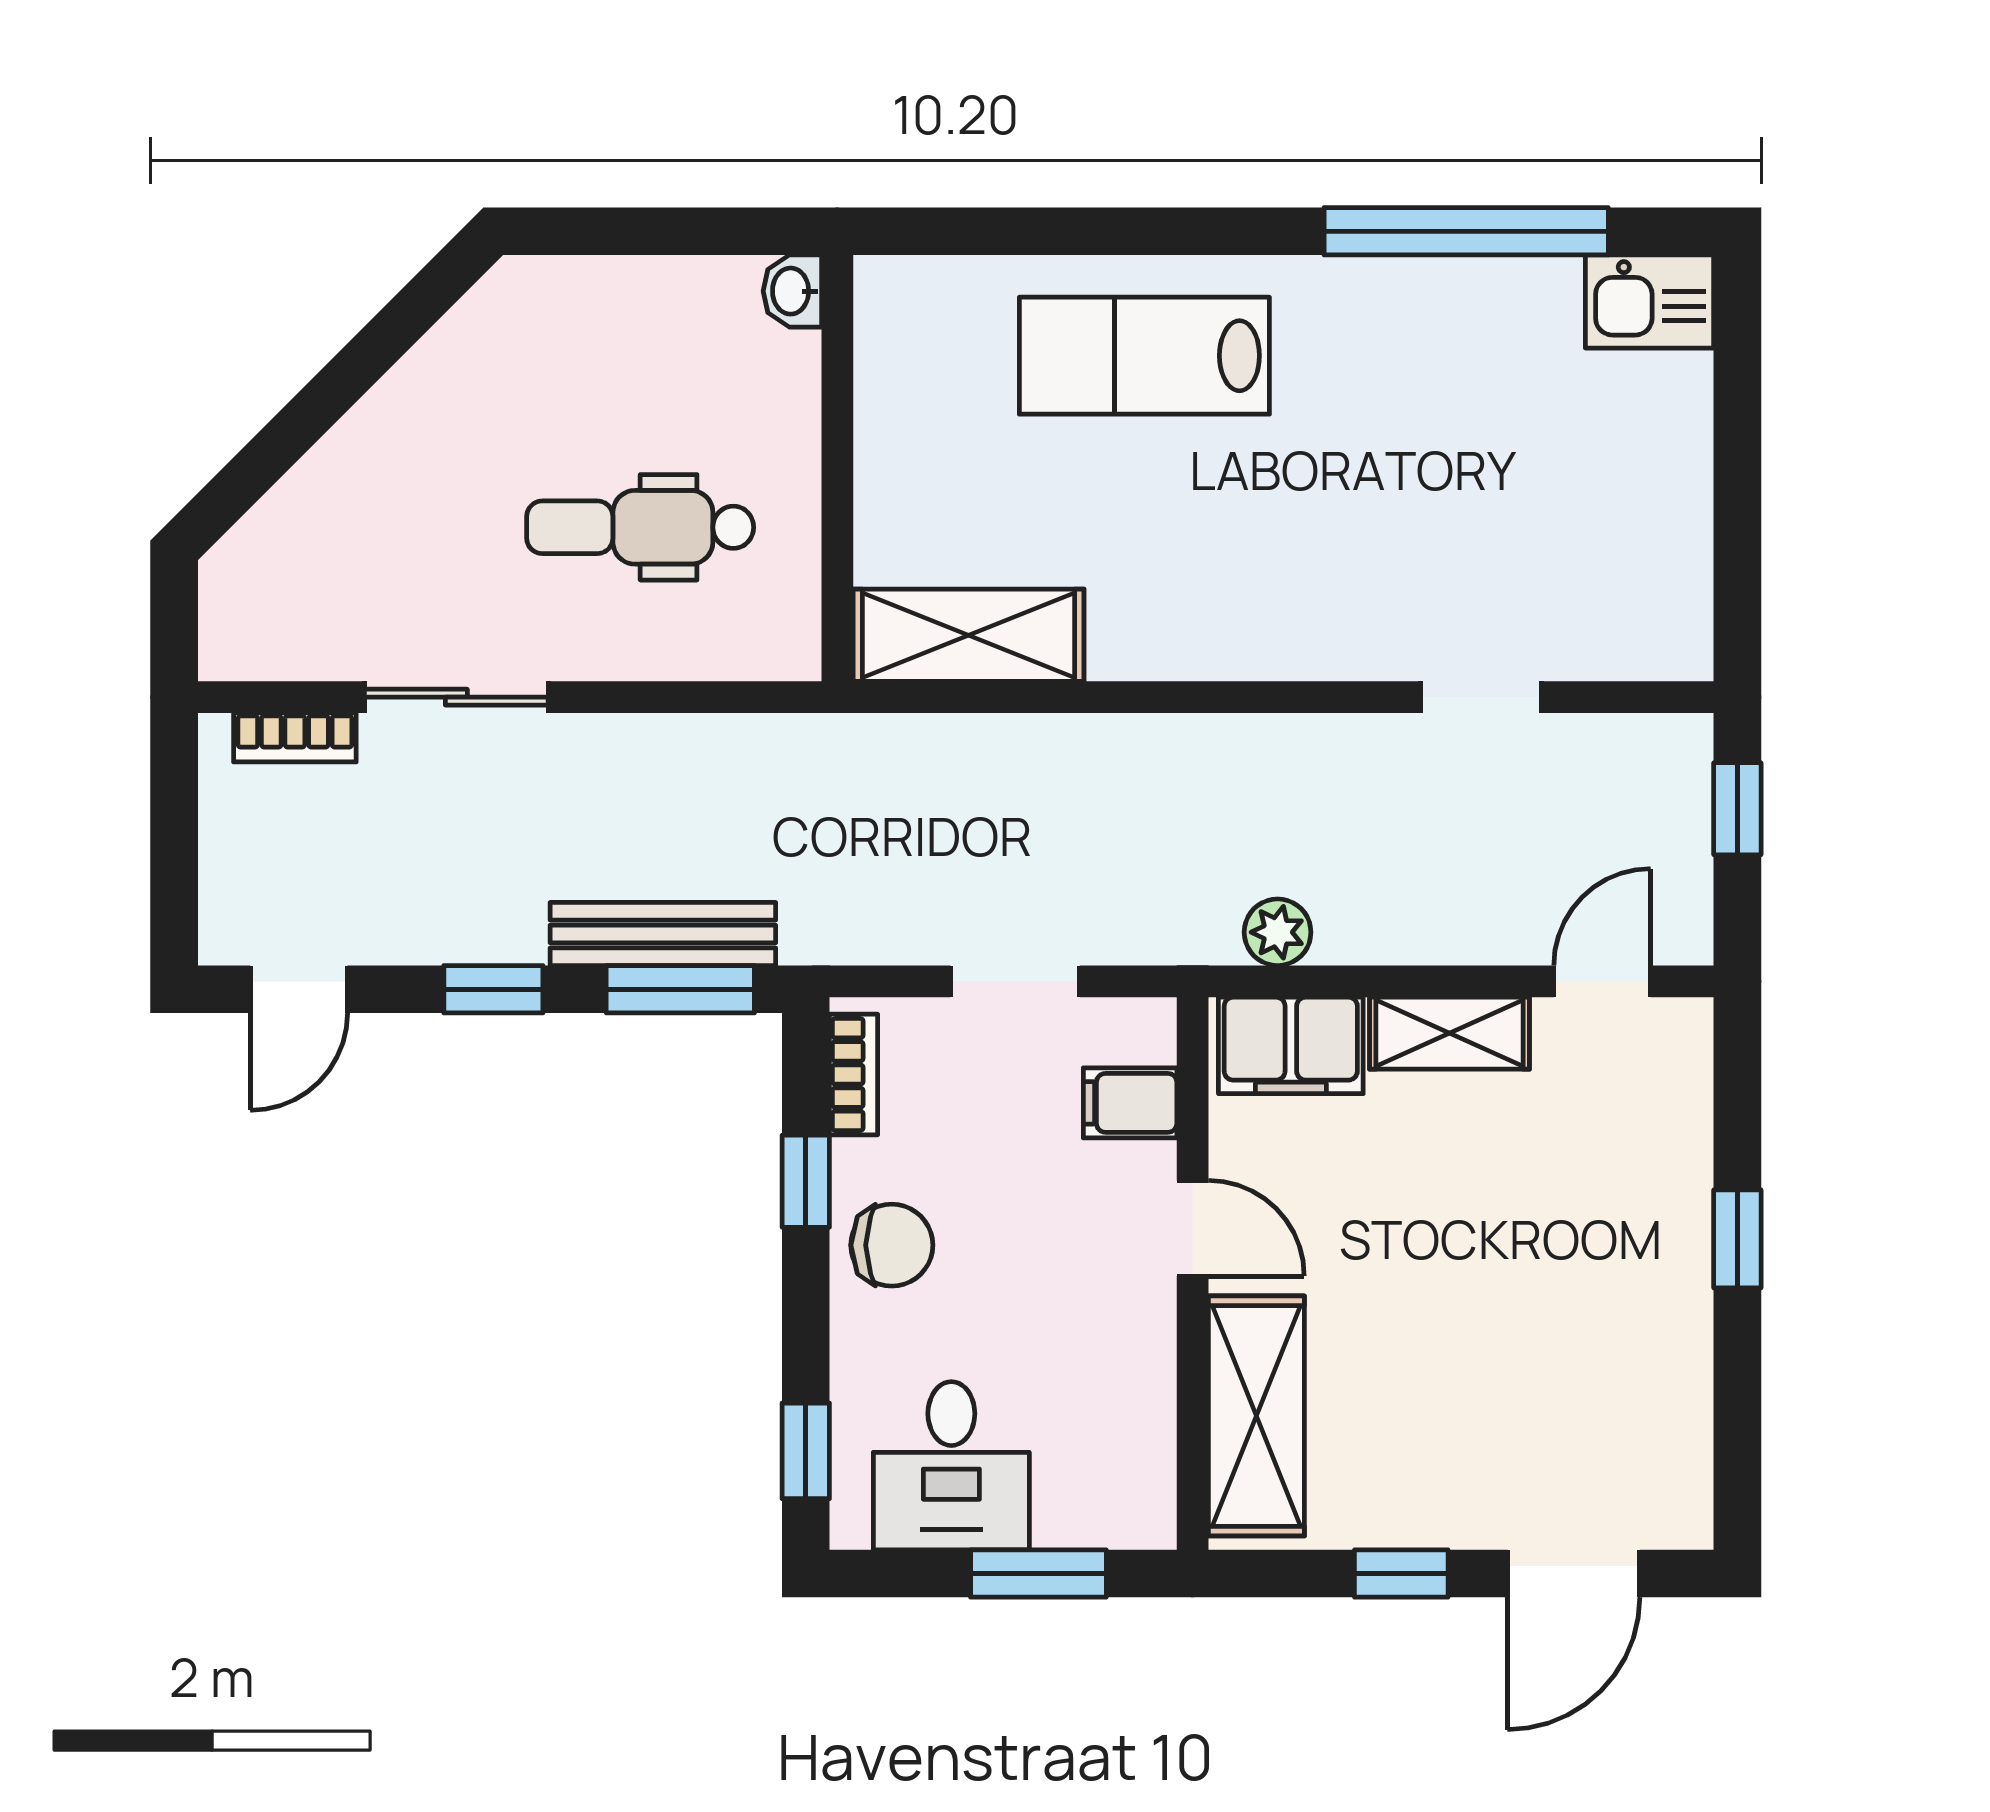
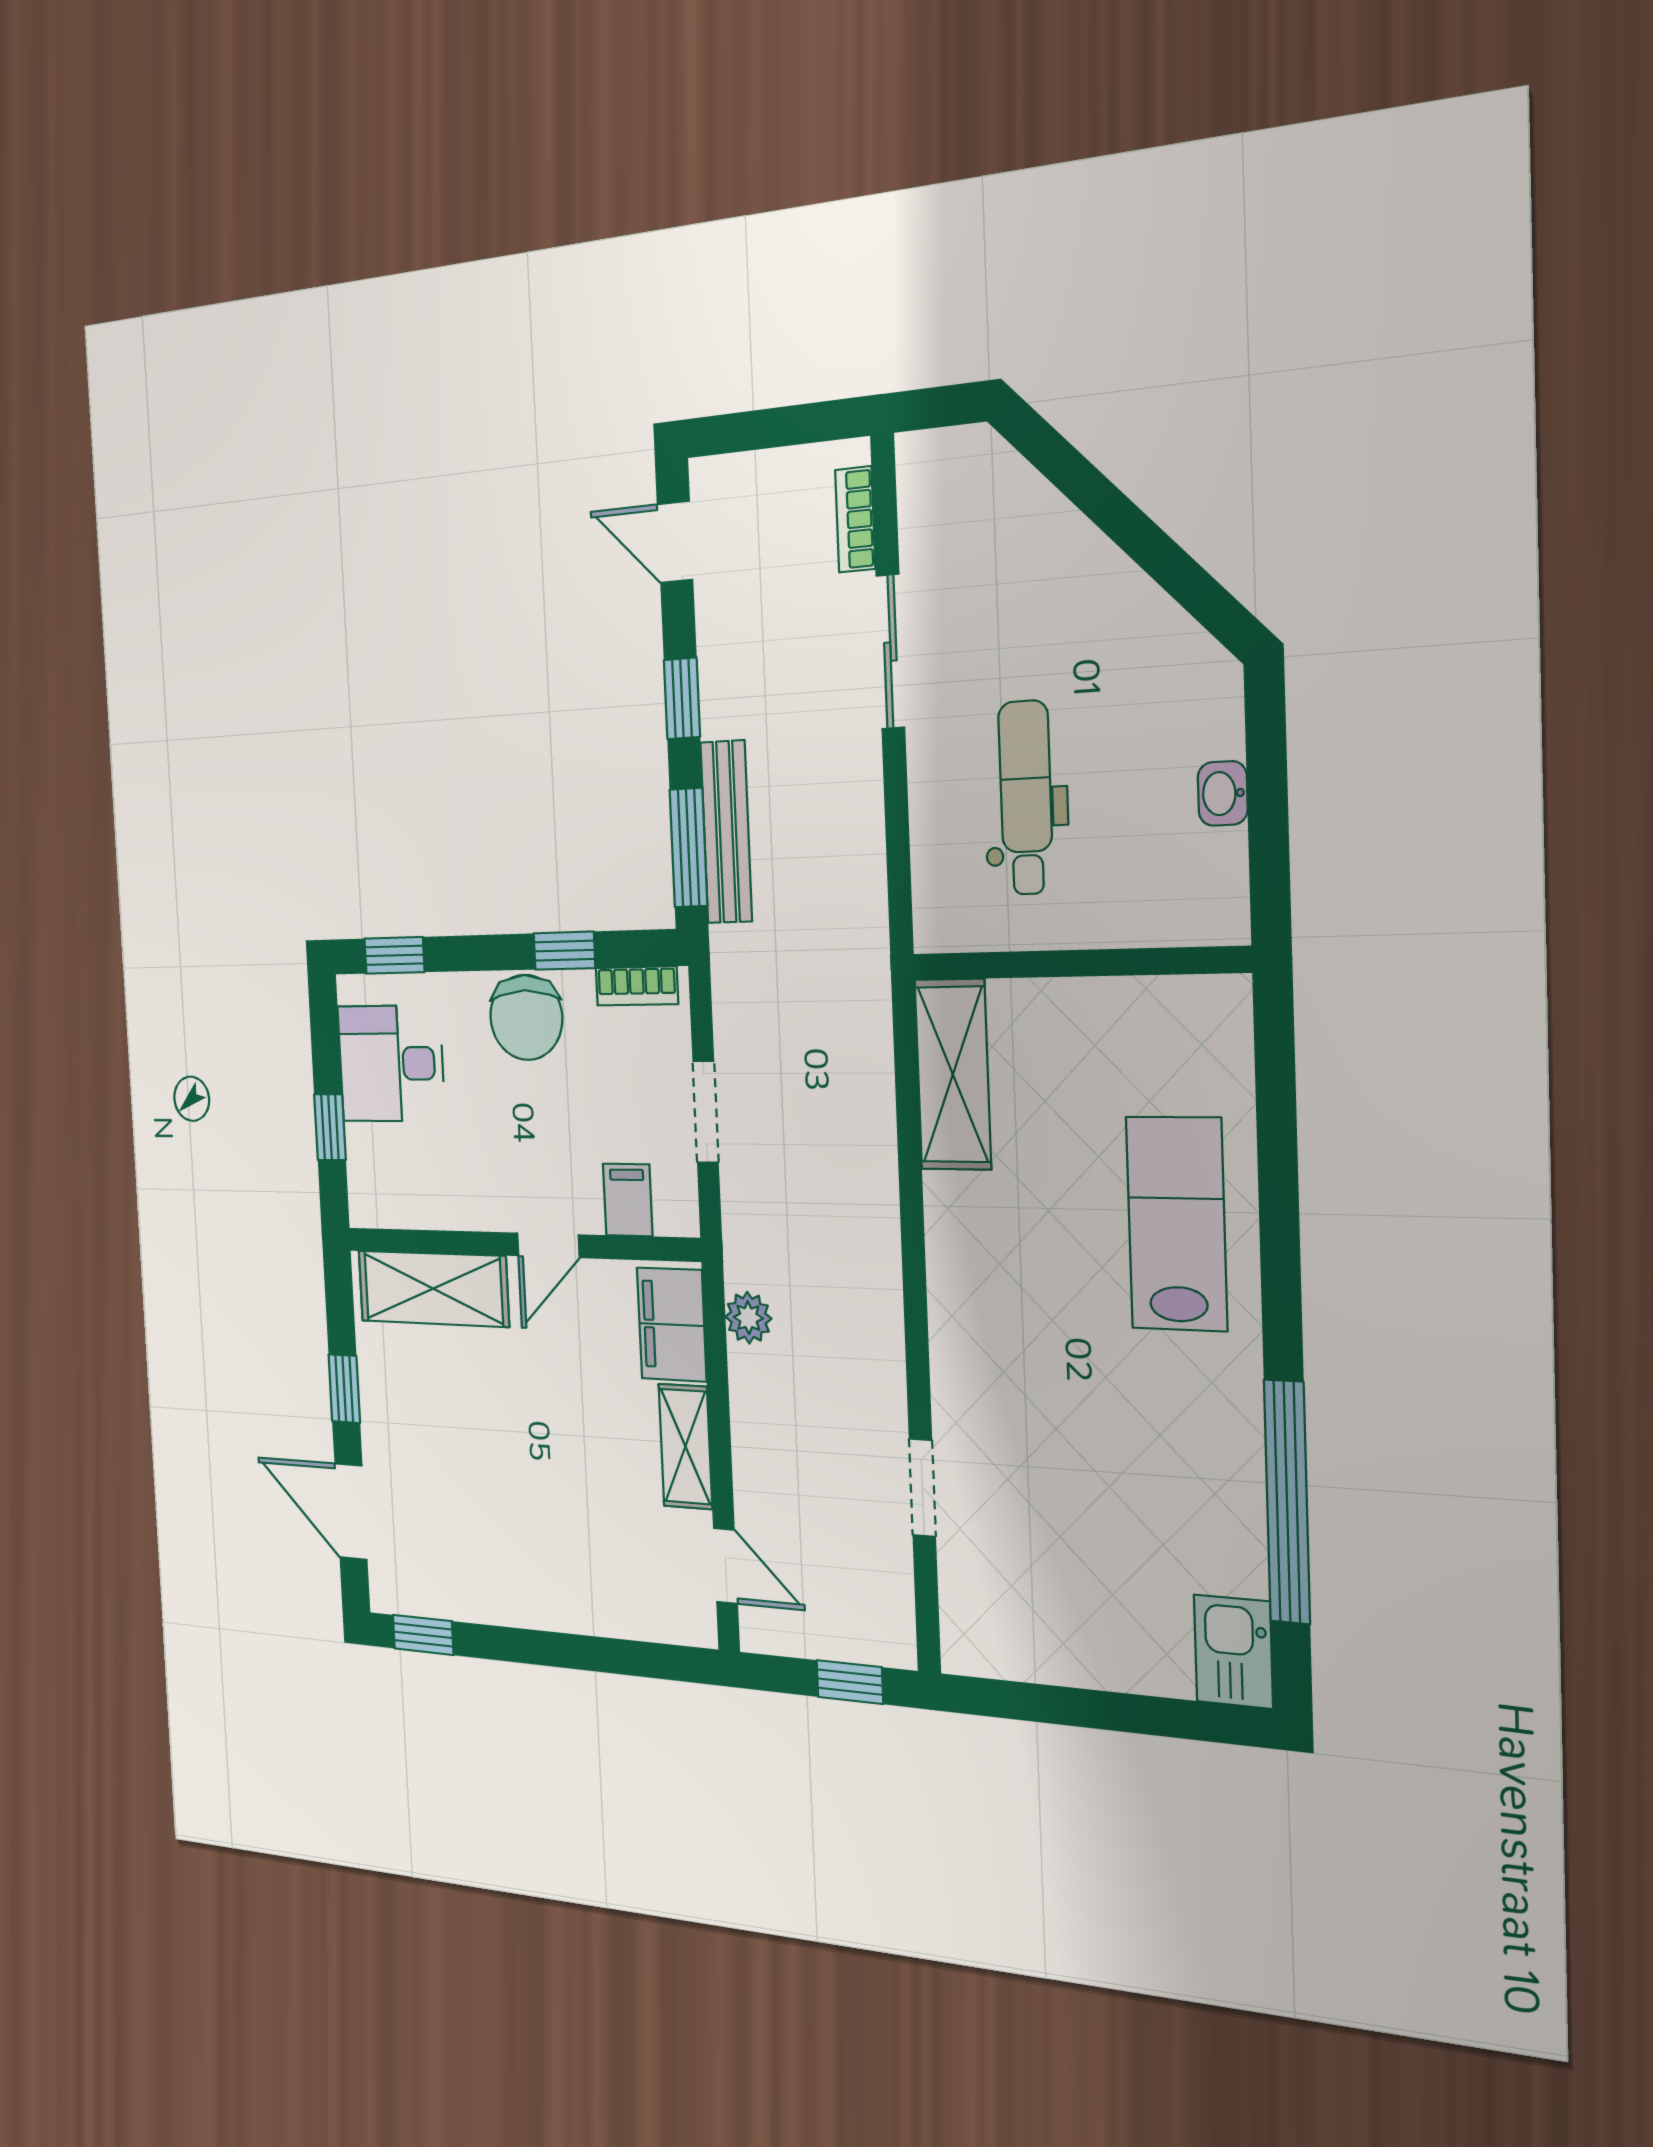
washbasin: (792, 291) -> (1223, 793), moved, turned -90
window: (1737, 1239) -> (423, 1635), moved
chair: (892, 1245) -> (526, 1017), width x1.37, depth x1.37
window: (1038, 1574) -> (330, 1127), width x0.67

